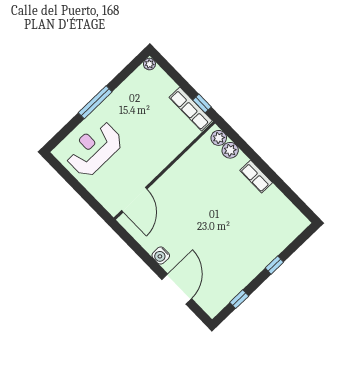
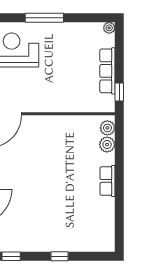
row of seats: (191, 109) -> (107, 71), moved

